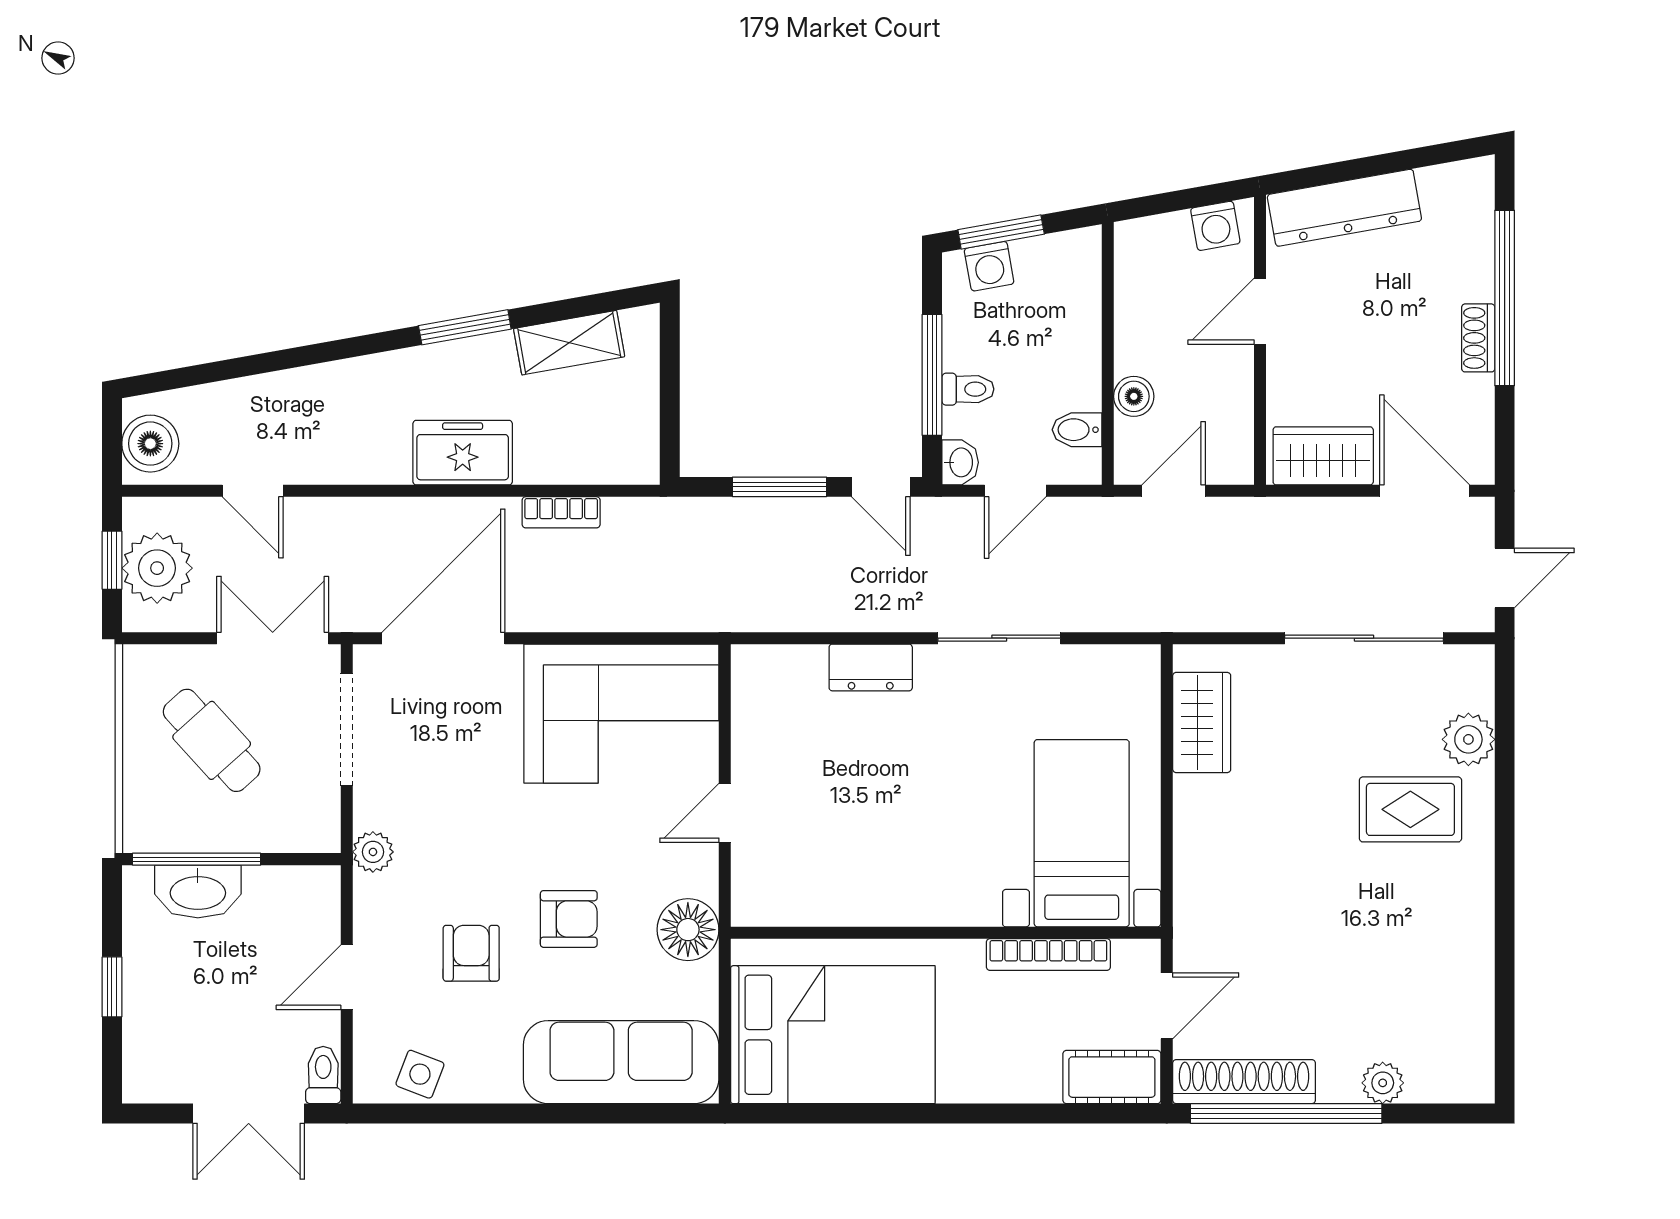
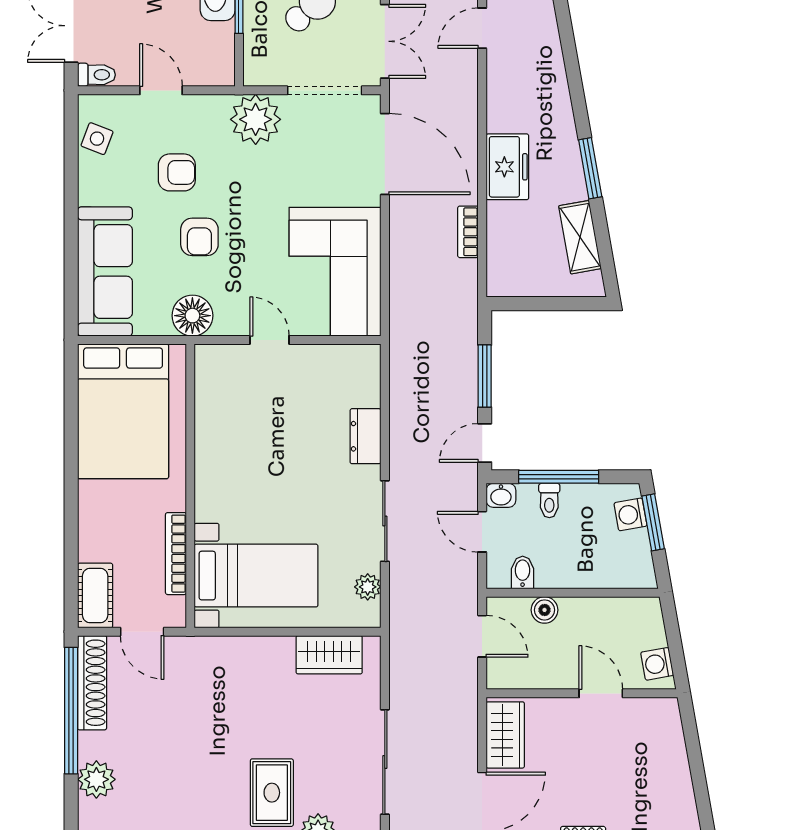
dresser: (1344, 208) -> (669, 749), removed
plant: (1099, 664) -> (368, 587), added
plant: (373, 852) -> (256, 119), width x1.87, depth x1.87
plant: (1383, 1083) -> (96, 779), width x1.38, depth x1.38

